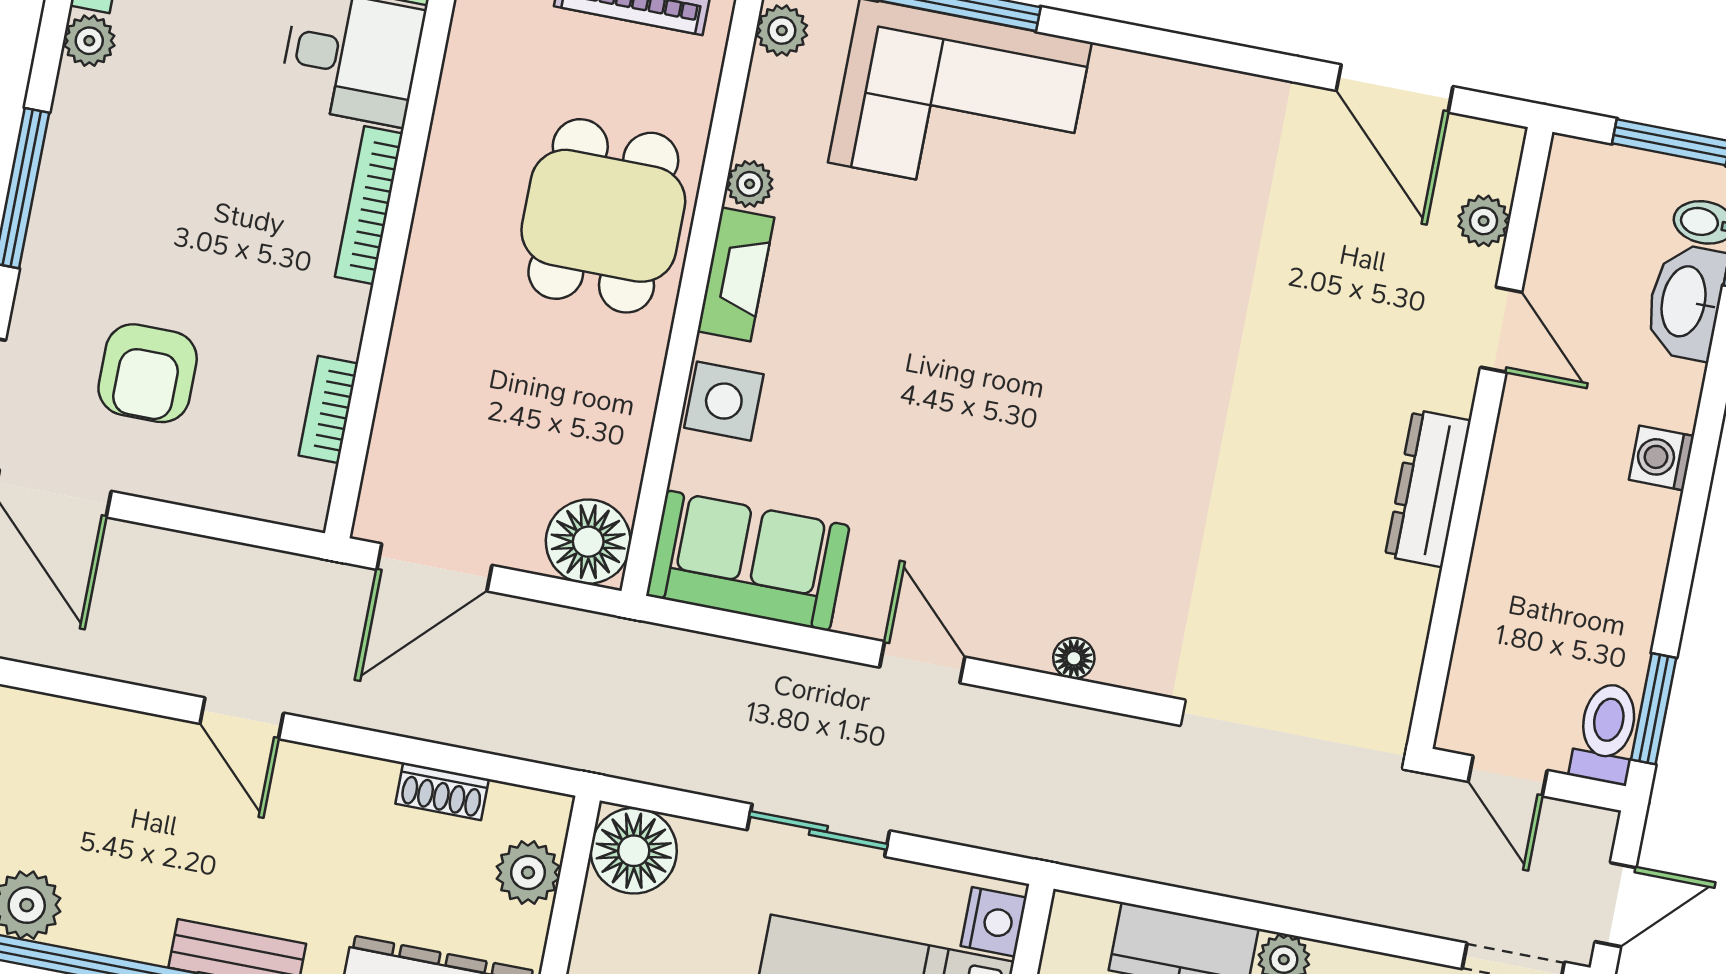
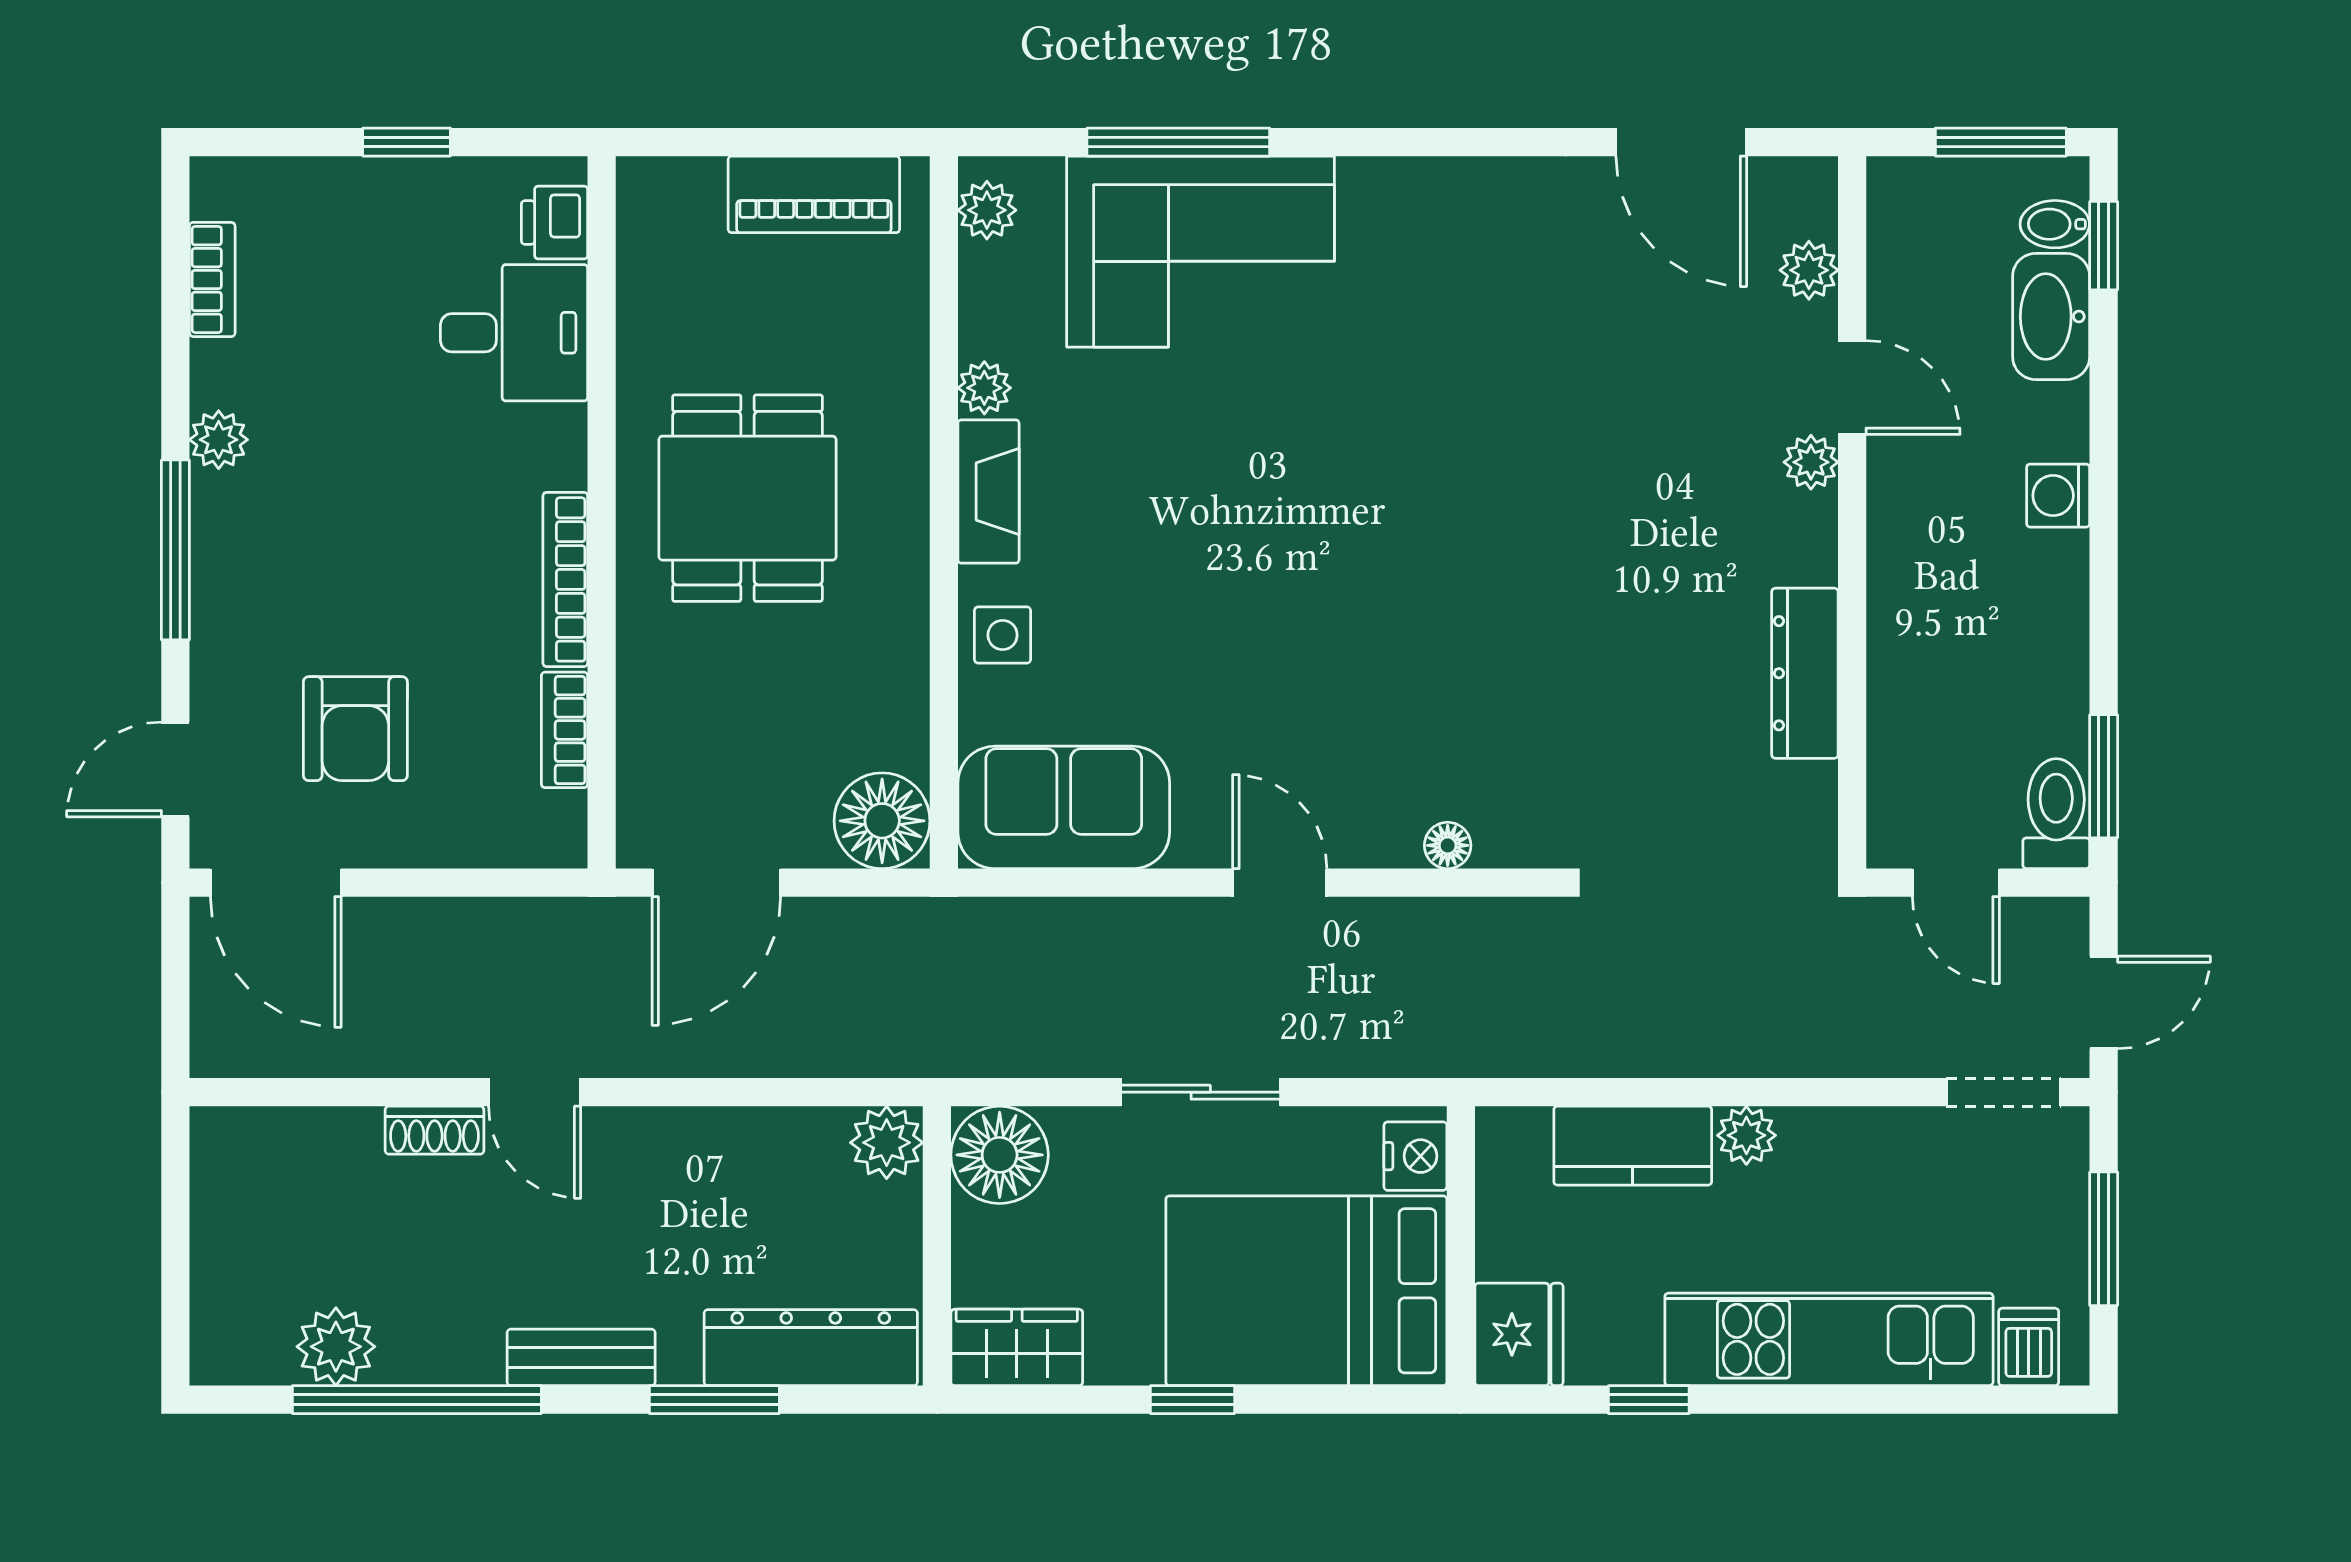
plant: (89, 41) -> (219, 440), moved
bookcase: (369, 205) -> (565, 579), moved
dining table: (603, 216) -> (747, 498), moved
plant: (1453, 387) -> (1811, 462), added
side table: (724, 401) -> (1003, 635), width x0.73, depth x0.73
dresser: (1428, 488) -> (1805, 673), moved
shoe rack: (442, 791) -> (434, 1130), moved
plant: (528, 873) -> (887, 1143), moved

